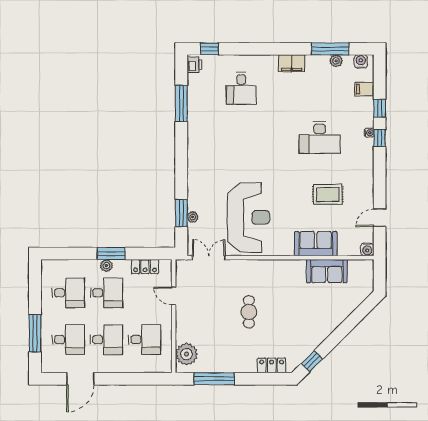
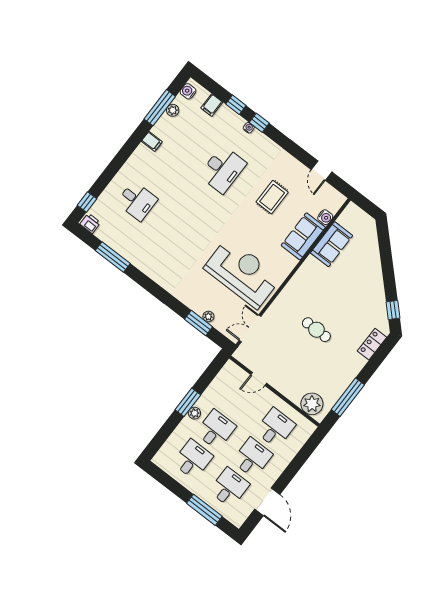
filing cabinet: (292, 63) -> (152, 141), width x0.50
water cooler: (367, 249) -> (325, 217), moved
locker: (145, 267) -> (218, 384), removed

